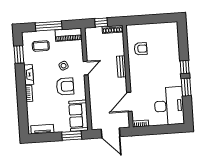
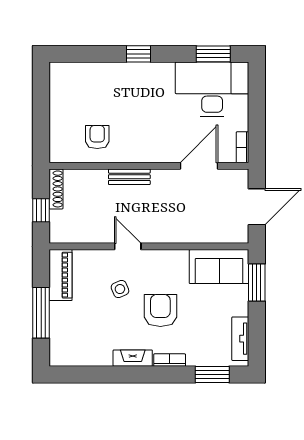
coffee table: (41, 46) -> (79, 331), removed
window: (19, 54) -> (212, 374), moved
armchair: (65, 86) -> (160, 311), moved
window: (186, 87) -> (213, 54), moved
door: (129, 102) -> (199, 166), swing flipped

